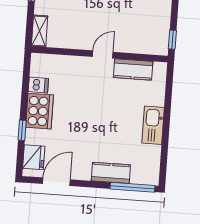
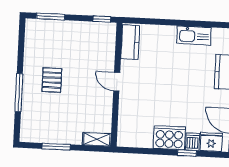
kitchen counter: (133, 69) -> (130, 42), moved
dishwasher: (38, 85) -> (193, 142), moved
kitchen sink: (153, 125) -> (194, 35), moved

